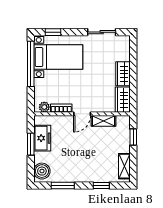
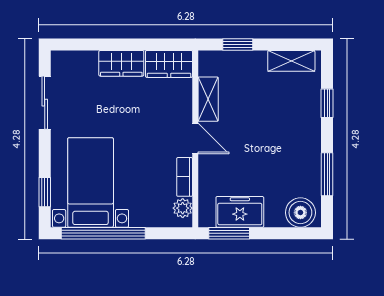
window: (31, 144) -> (229, 233), moved

